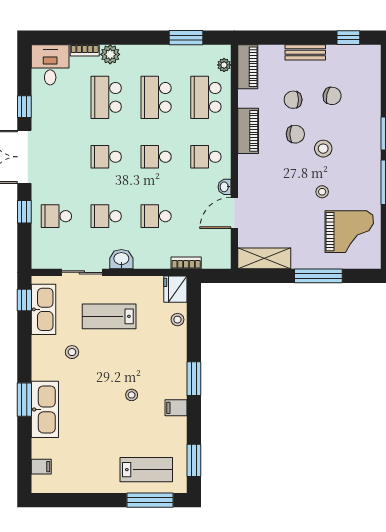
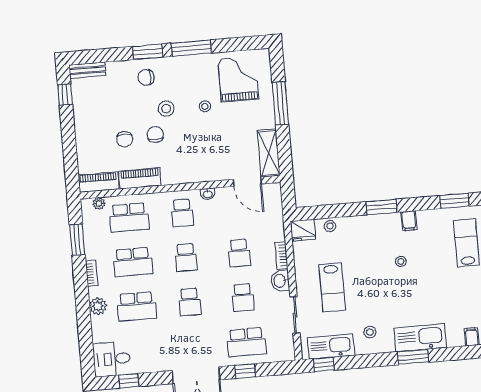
bookcase: (85, 50) -> (92, 273), moved
bench: (305, 52) -> (87, 70), moved, turned 90
chair: (332, 96) -> (146, 77), moved, turned -101
window: (24, 107) -> (129, 381), moved
piano: (248, 131) -> (140, 178), moved
door: (234, 213) -> (247, 182), moved
school desk: (56, 216) -> (247, 342), width x1.85
bookcase: (186, 263) -> (281, 255), moved
stool: (72, 352) -> (370, 332), moved

